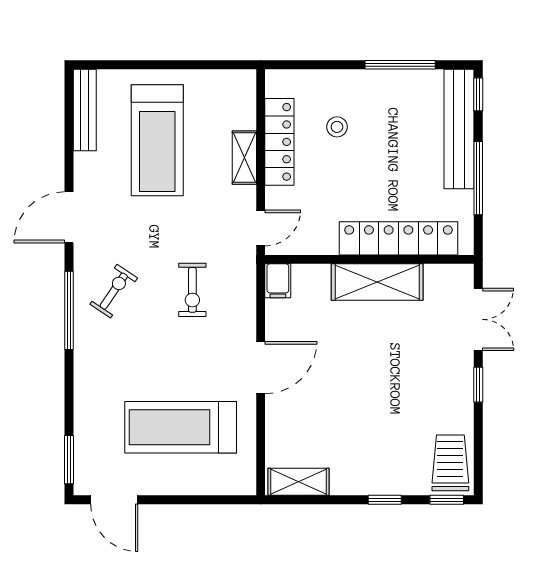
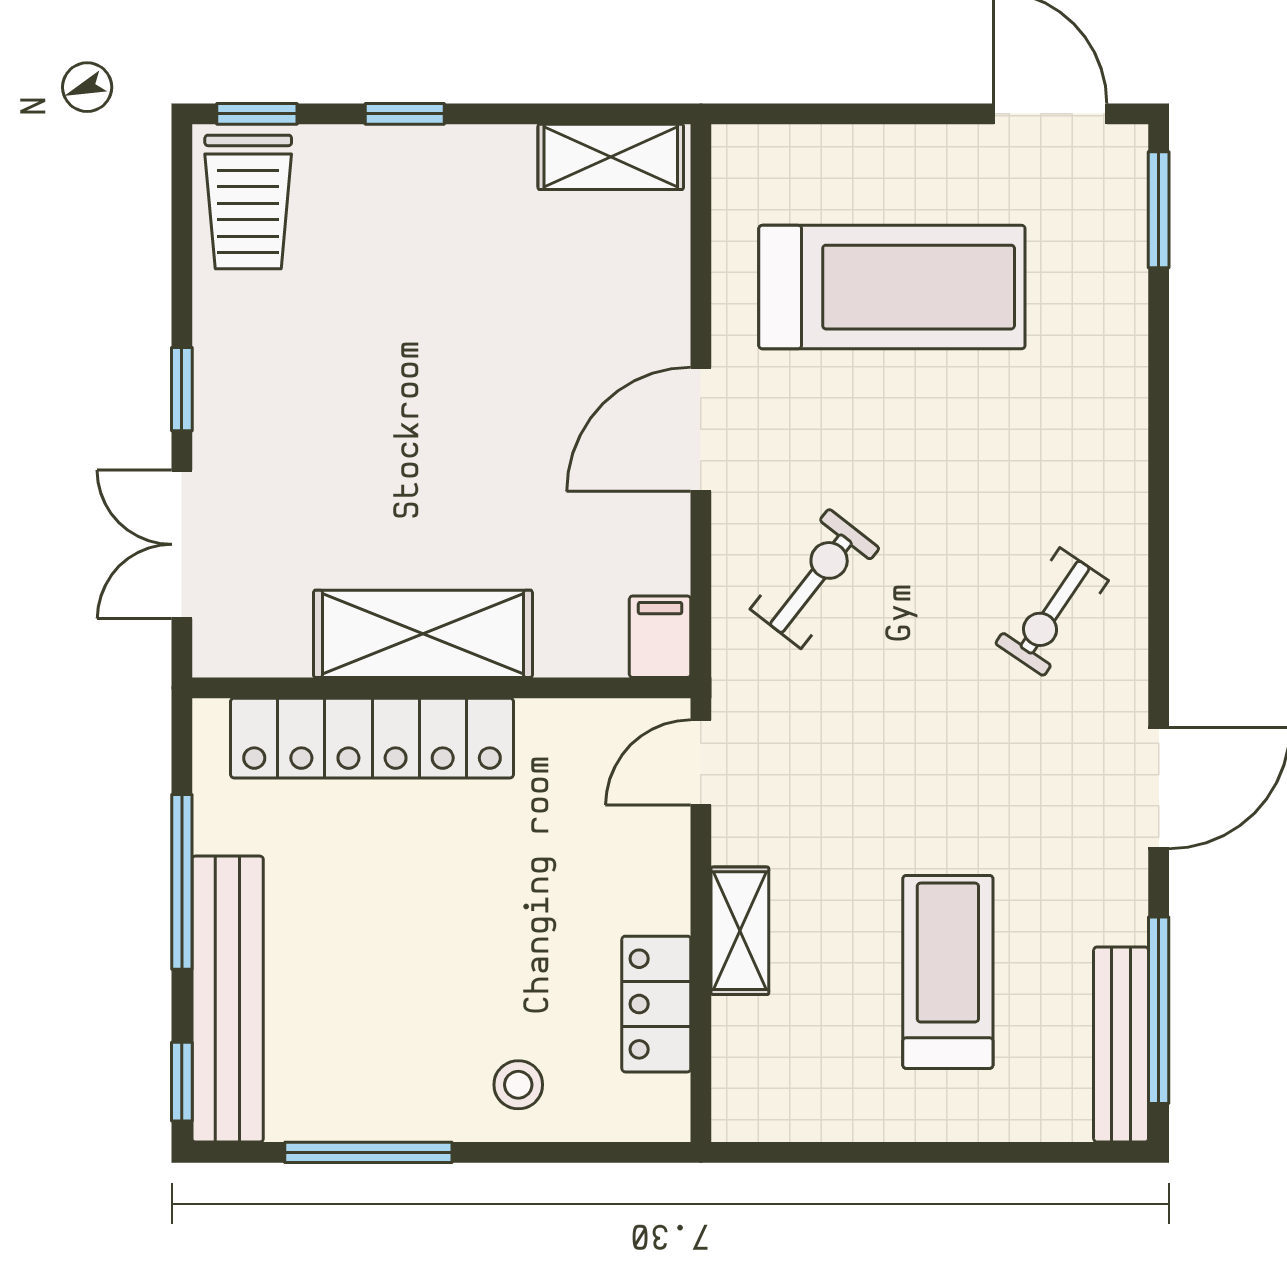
stool: (337, 127) -> (518, 1085), moved
treadmill: (157, 140) -> (948, 972), width x0.73, depth x0.73
locker: (279, 142) -> (656, 1004), width x0.66
exercise bike: (192, 290) -> (815, 579), moved, turned 38
window: (69, 310) -> (1159, 1010), moved

